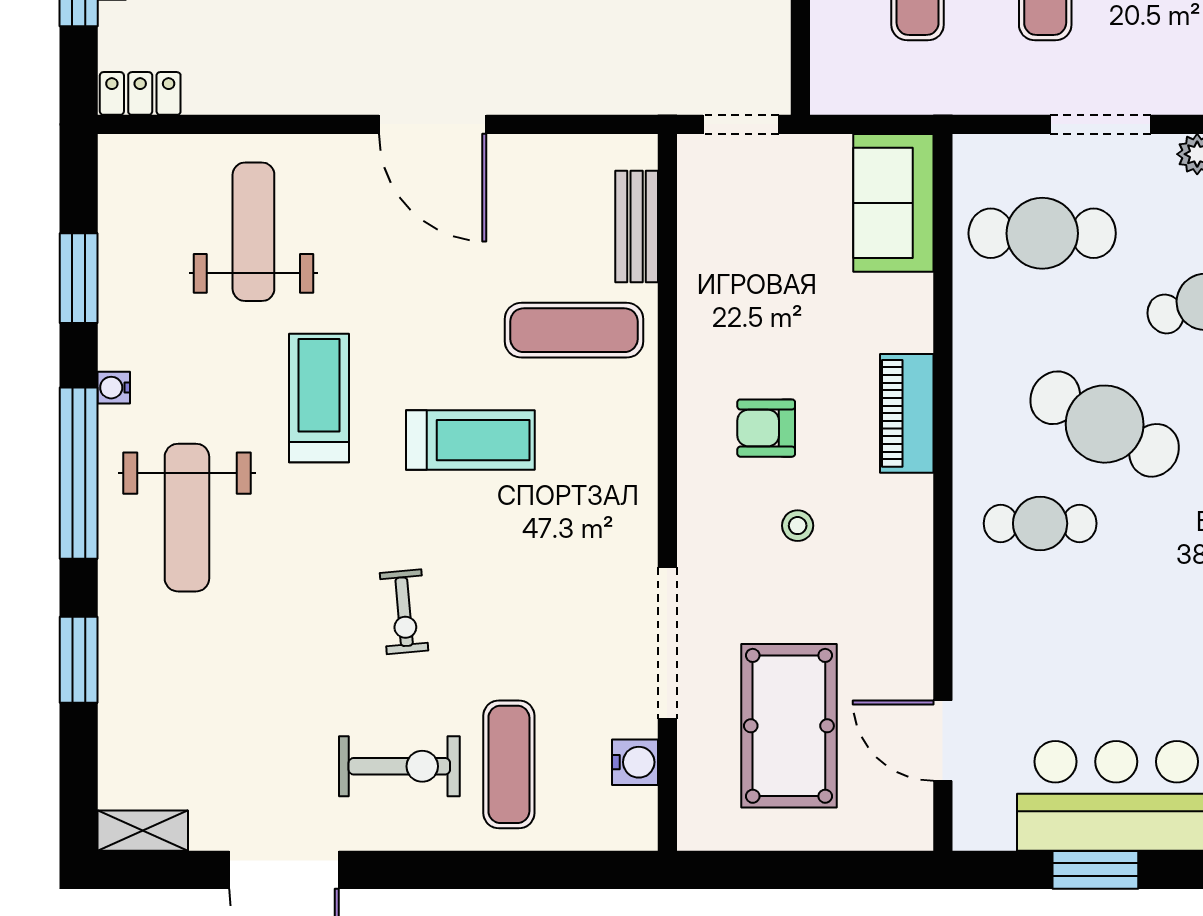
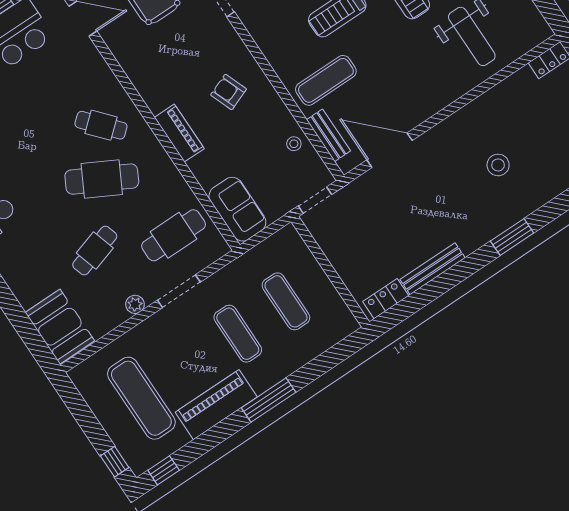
door: (433, 124) -> (390, 150), moved
armchair: (766, 428) -> (229, 92), turned -111
cafe table: (1040, 523) -> (101, 125), turned 49
stool: (798, 526) -> (294, 144), moved

